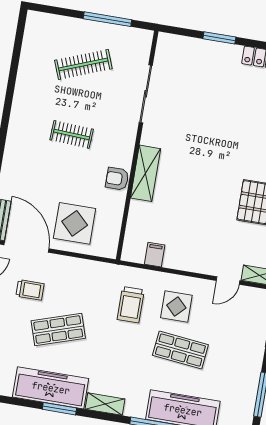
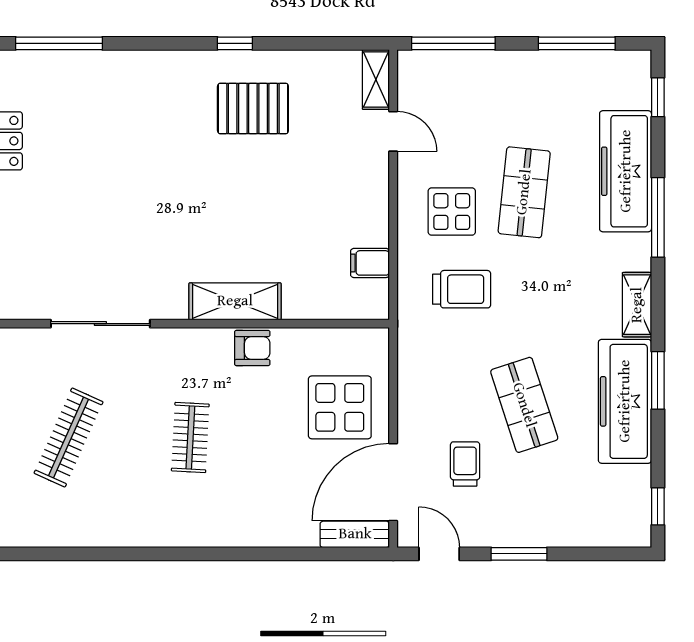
clothes rail: (83, 64) -> (69, 437), turned 45
armchair: (117, 179) -> (252, 348), turned -90

